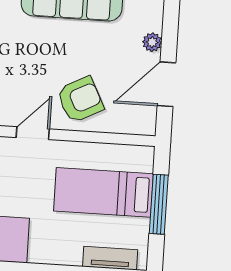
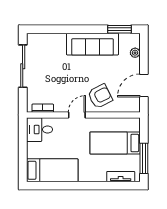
plant: (152, 42) -> (135, 53), moved
window: (159, 204) -> (144, 158), moved

